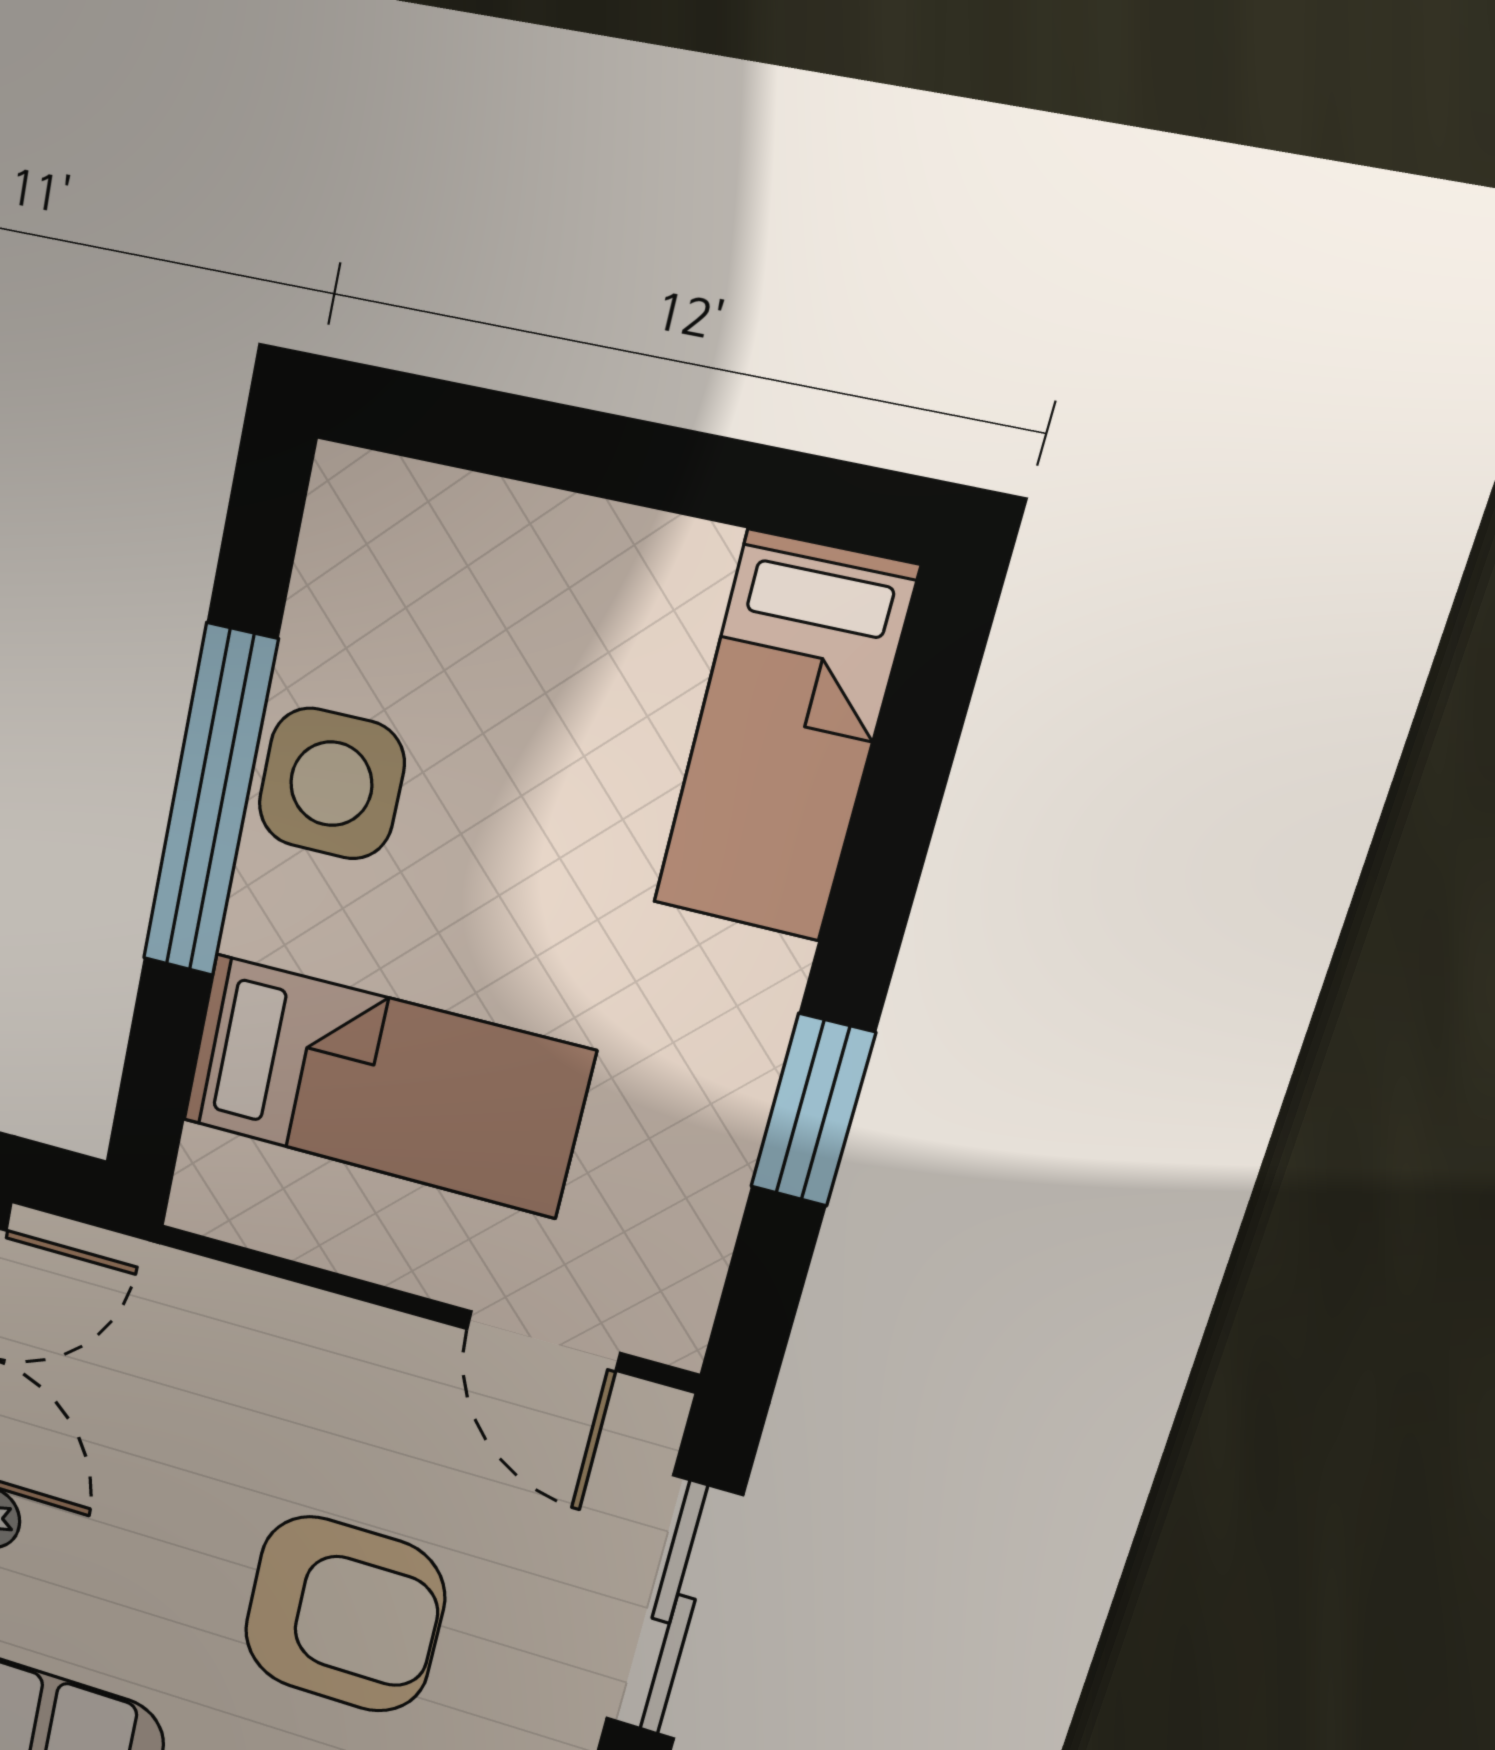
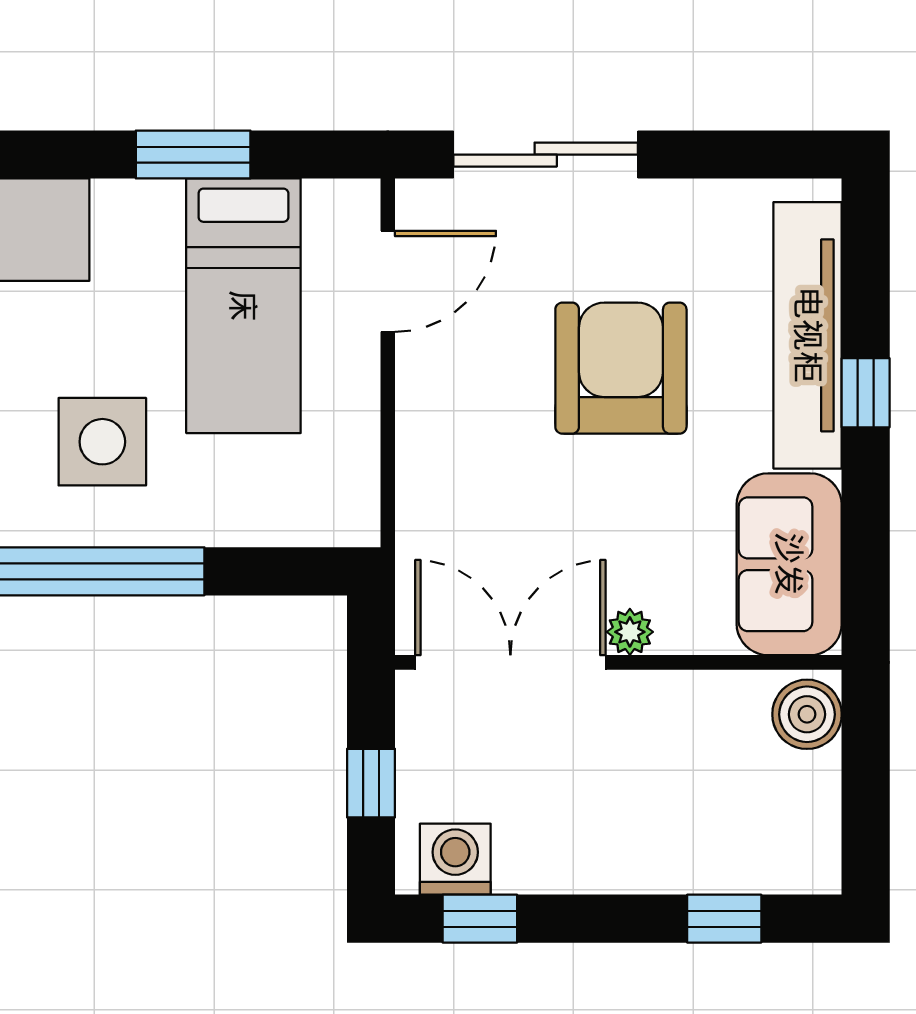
side table: (331, 784) -> (102, 442), moved
bed: (385, 1086) -> (243, 306), moved, turned 180

